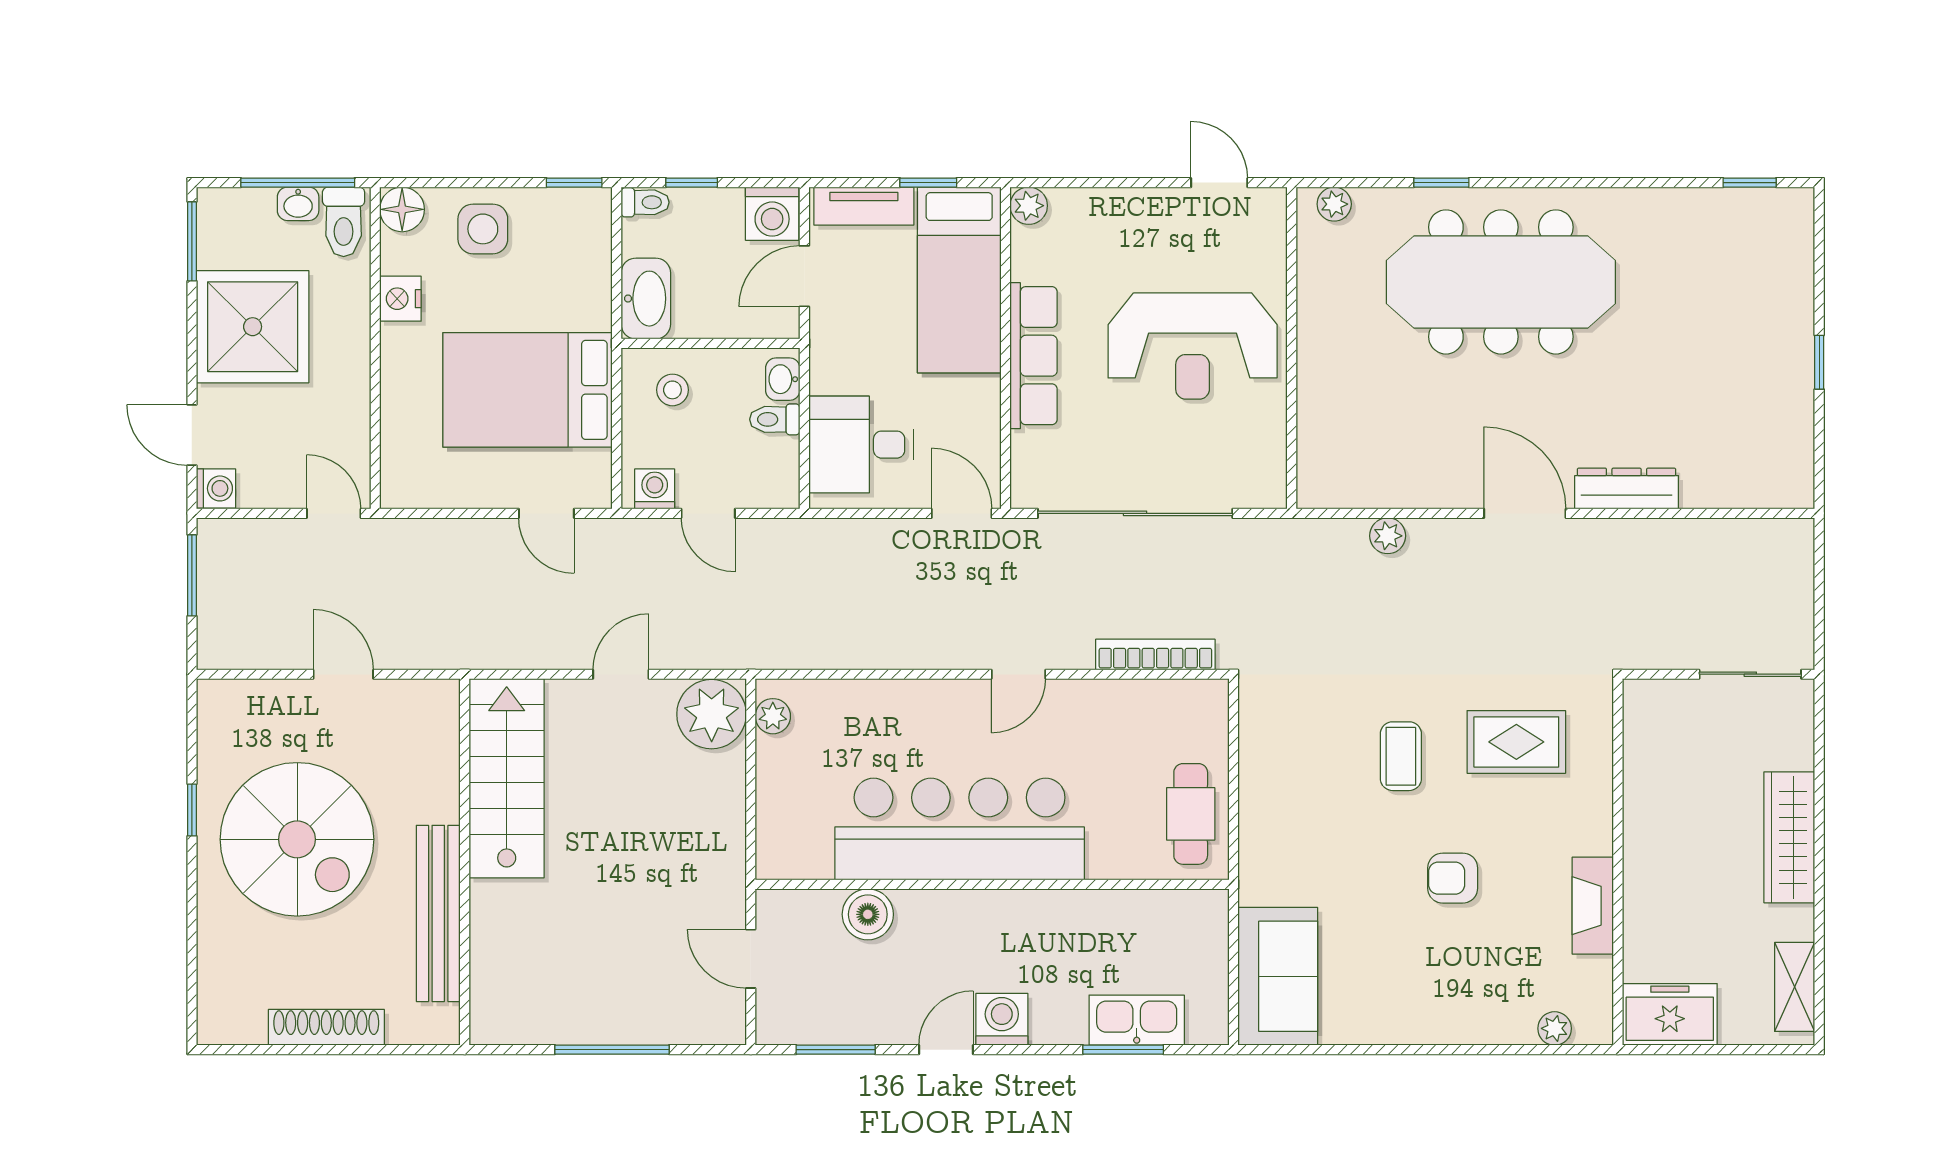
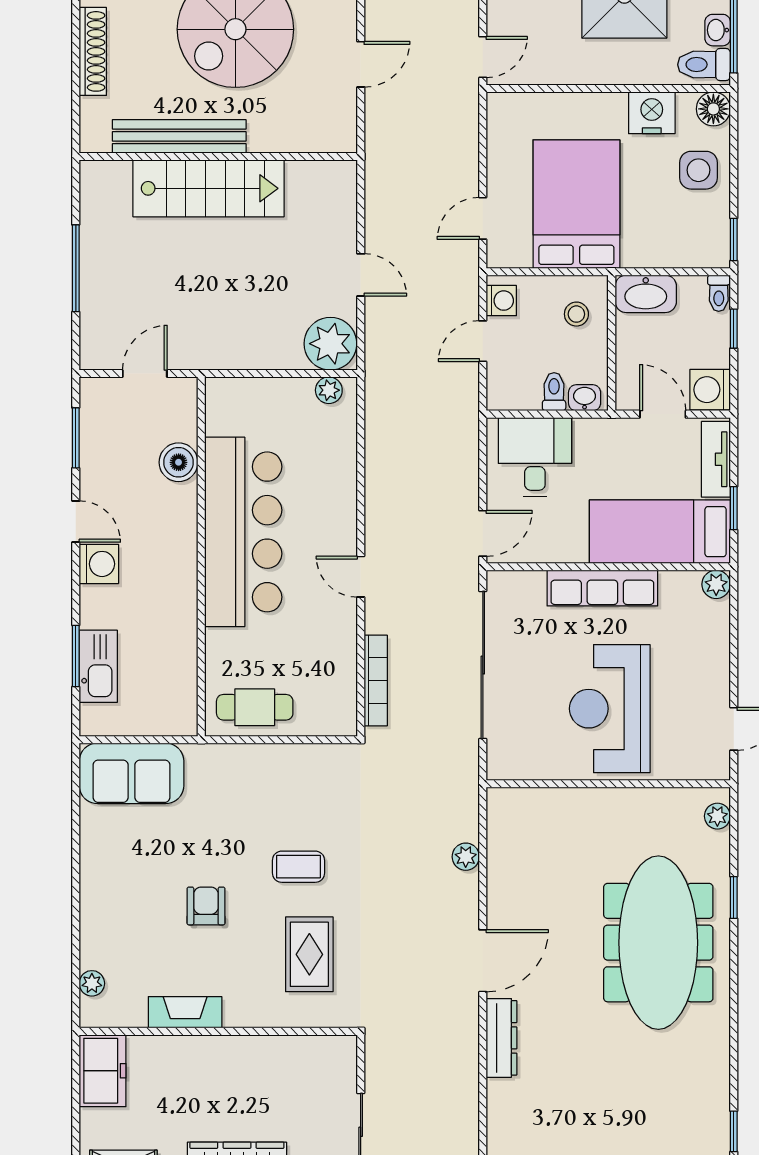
nightstand: (400, 299) -> (652, 113), width x1.36, depth x1.33
stairs: (507, 778) -> (209, 188), moved

